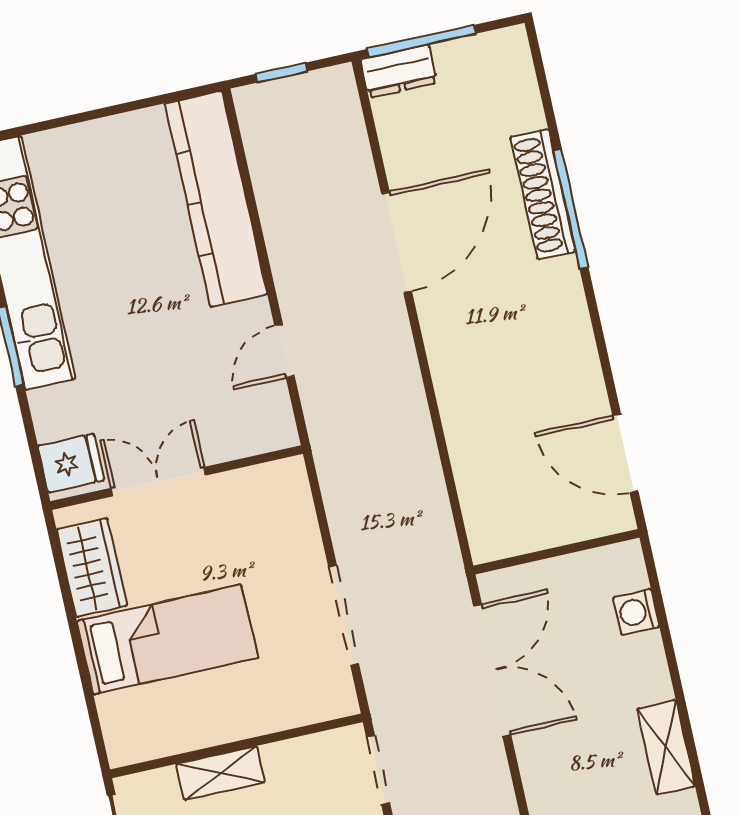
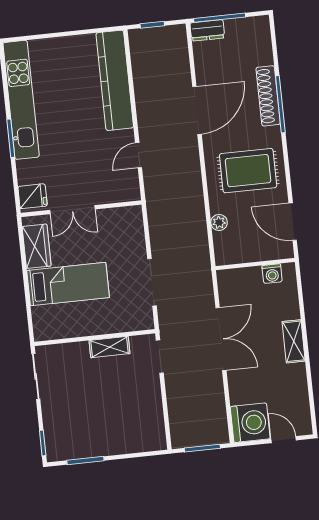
rug: (519, 357) -> (248, 171), added
plant: (470, 473) -> (219, 222), added
double door: (158, 482) -> (72, 210), swing flipped
washing machine: (636, 612) -> (272, 274), moved, turned -90
double door: (492, 670) -> (221, 339), moved
shelving: (666, 747) -> (294, 341), moved
shelving: (220, 773) -> (109, 347), moved

